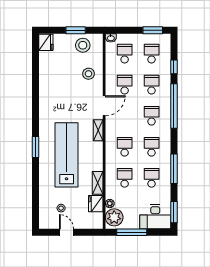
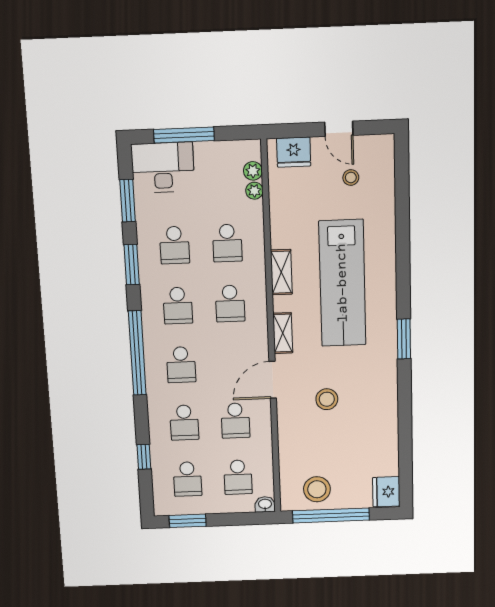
window: (76, 30) -> (331, 515), width x2.11
stool: (88, 74) -> (327, 399), moved
window: (174, 106) -> (137, 353), moved
window: (35, 147) -> (404, 339), moved
window: (174, 169) -> (132, 265), width x0.69
shelving: (98, 183) -> (281, 272), moved
fridge: (96, 204) -> (294, 152), moved, turned 90
window: (174, 212) -> (128, 201), moved
plant: (114, 217) -> (253, 171), width x0.53, depth x0.53
window: (132, 232) -> (184, 135), moved

